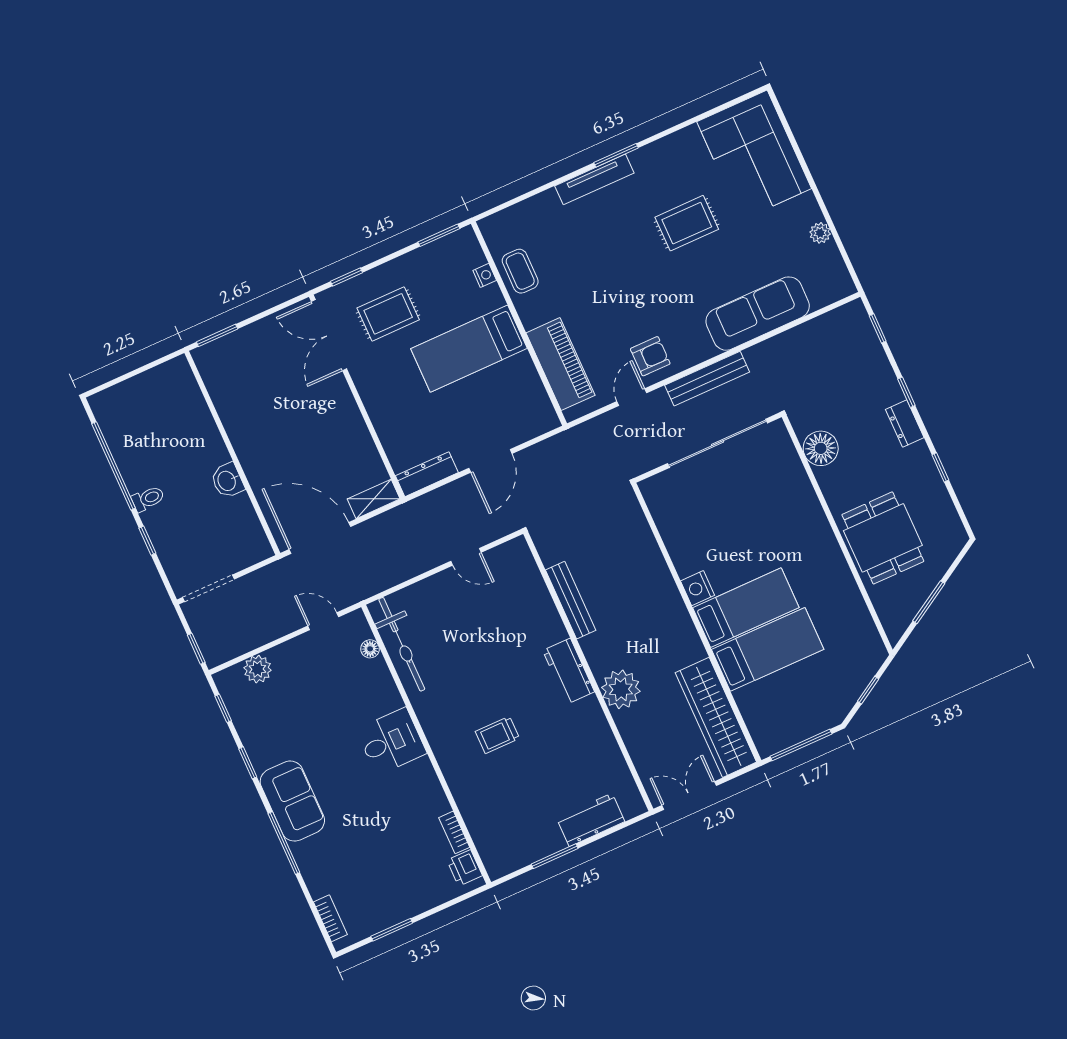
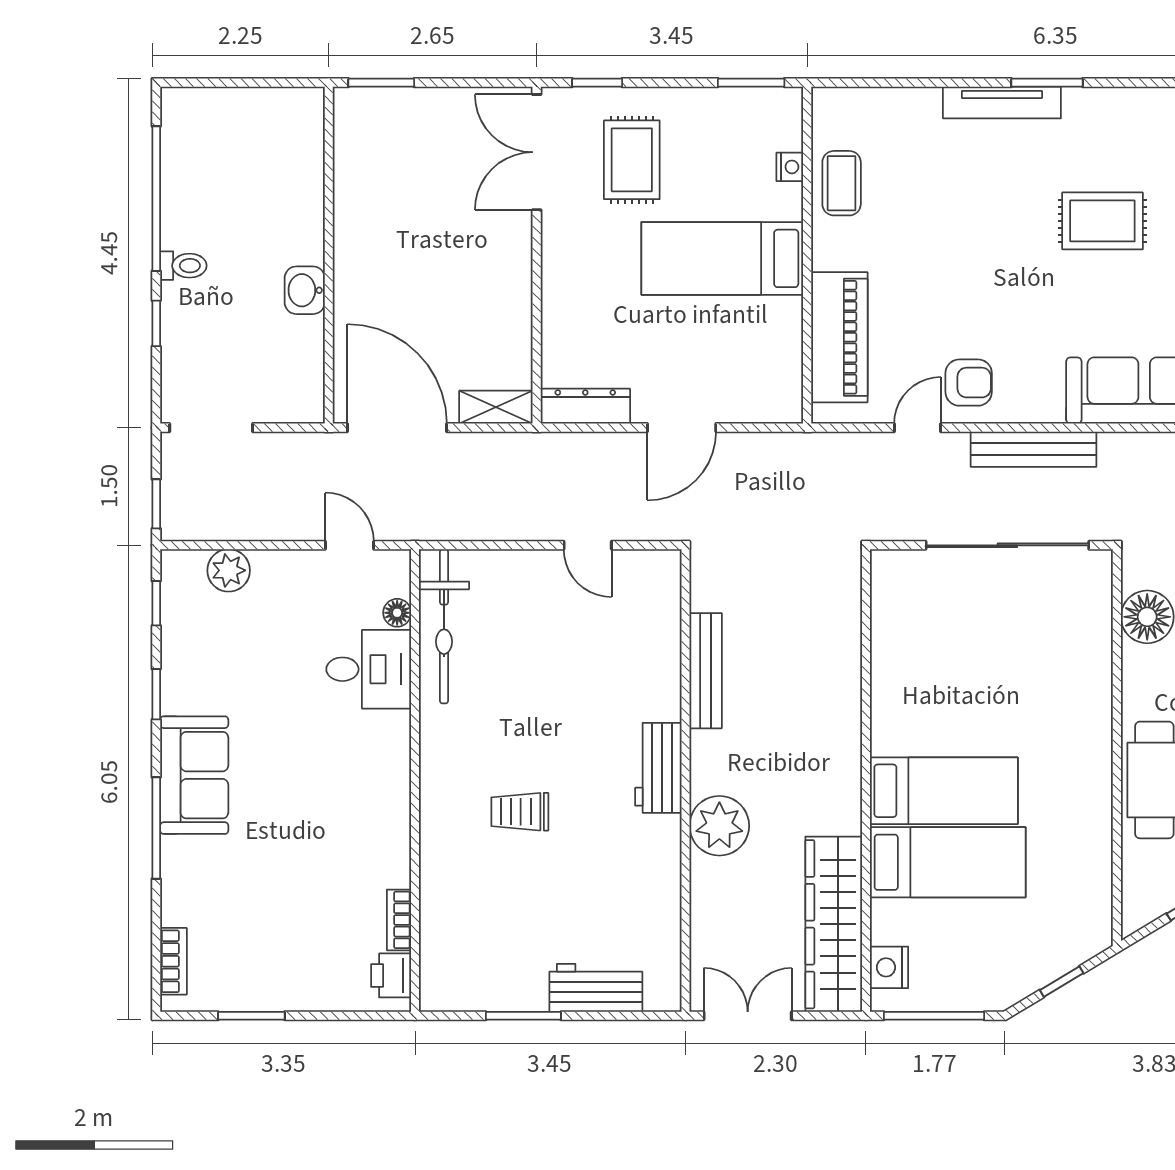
rug: (388, 314) -> (632, 160), turned 90
nightstand: (698, 588) -> (889, 967), moved
desk: (391, 741) -> (369, 669), moved

